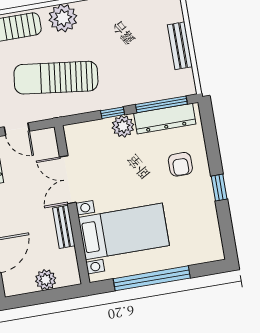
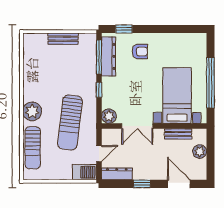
plant: (123, 126) -> (109, 116), moved
window: (219, 188) -> (124, 29), moved
bench: (64, 227) -> (178, 134), moved

